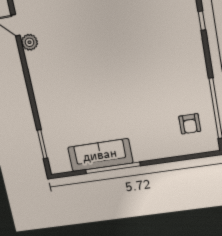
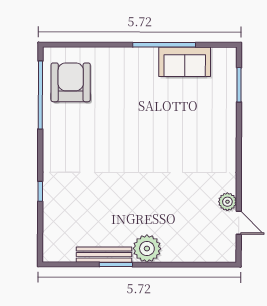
armchair: (190, 124) -> (71, 82), width x1.88, depth x1.88
sofa: (100, 155) -> (185, 62), width x0.73

